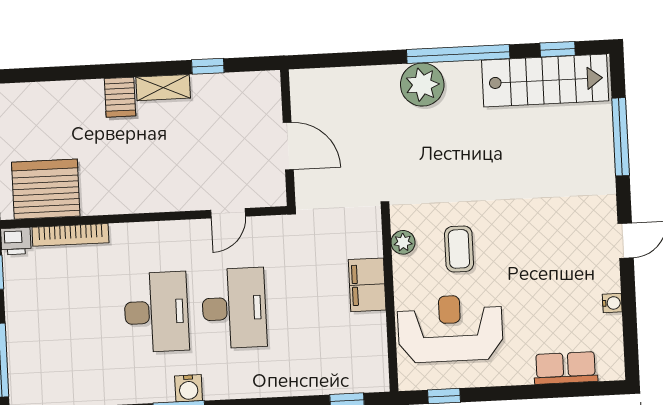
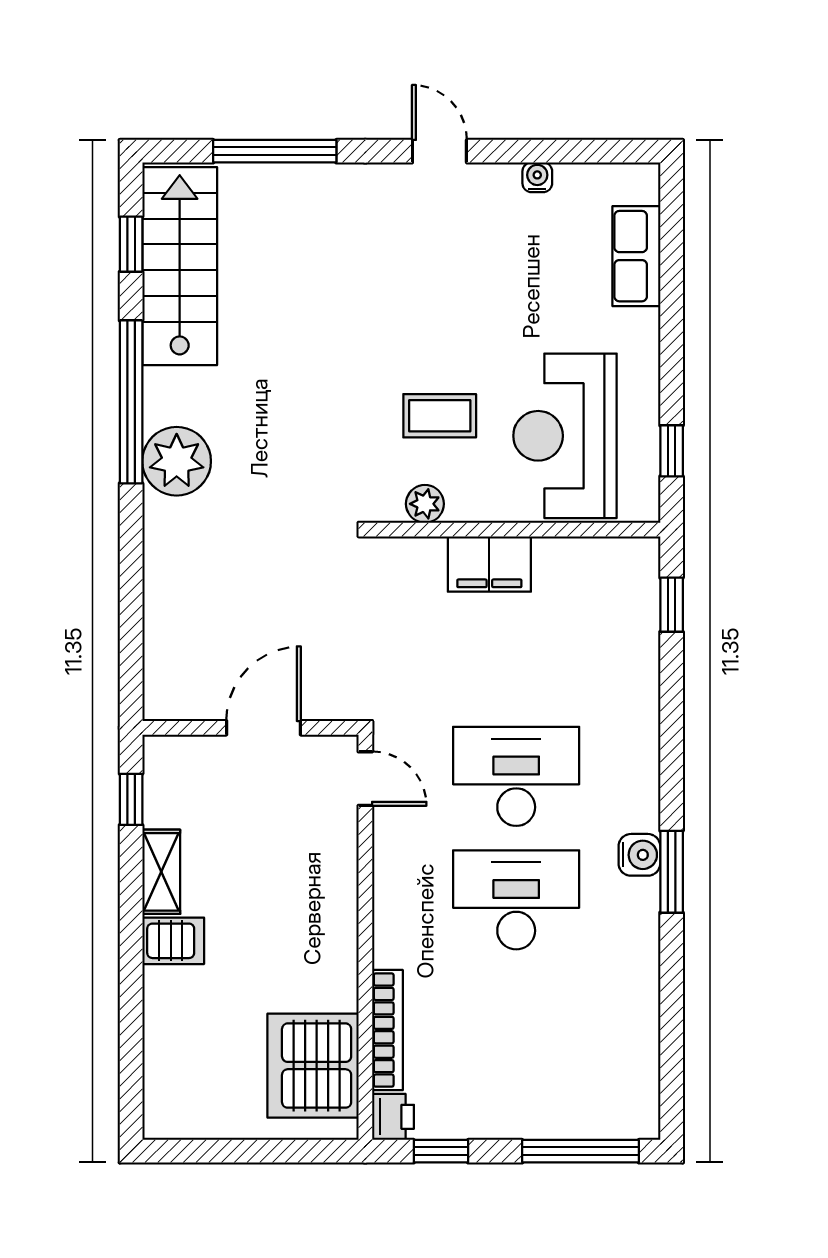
wall: (288, 138) -> (250, 728), moved
door: (288, 146) -> (264, 728), moved

